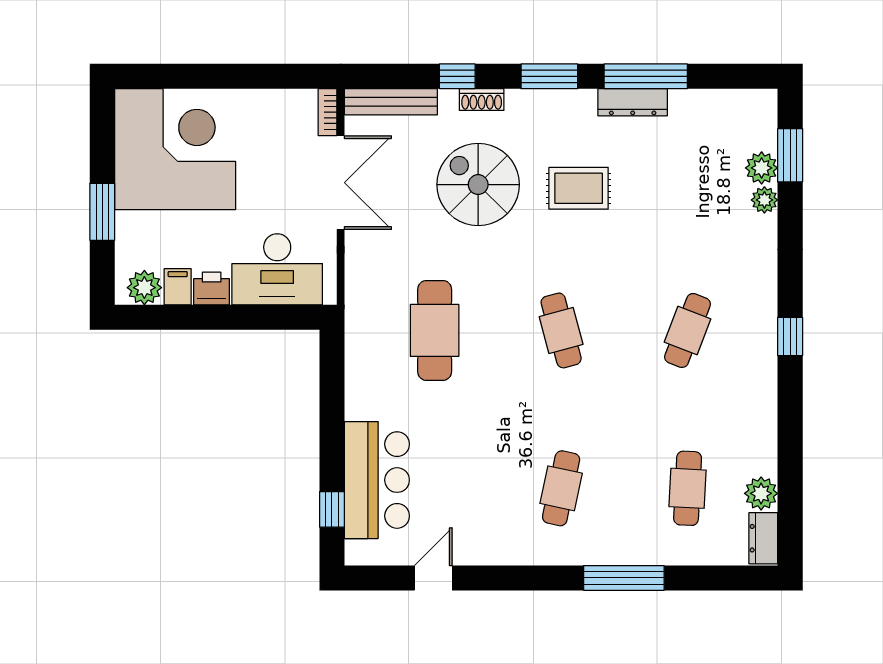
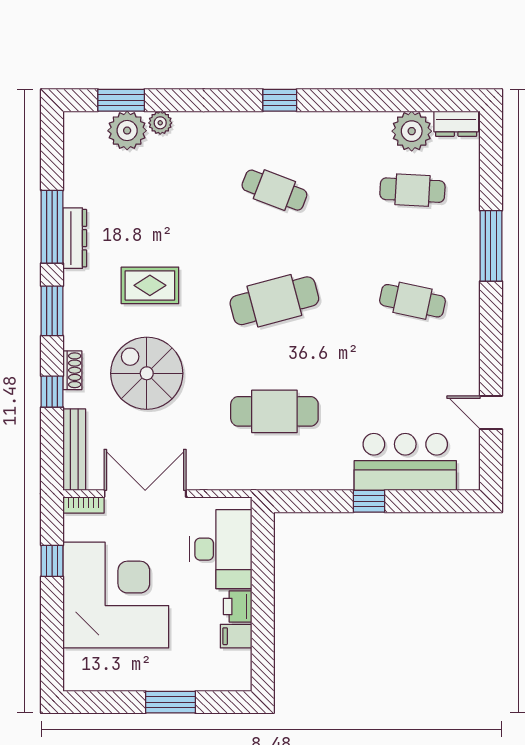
window: (264, 76) -> (52, 561), added
corner desk: (175, 149) -> (116, 595), moved, turned 90
plant: (762, 168) -> (127, 131), width x1.36, depth x1.36
spiral stairs: (478, 185) -> (147, 373), turned 90
rug: (579, 188) -> (150, 285), turned 90
plant: (144, 288) -> (237, 665), removed
cafe table: (561, 330) -> (274, 301), width x1.37, depth x1.35
plant: (761, 493) -> (412, 131), width x1.36, depth x1.36
window: (332, 509) -> (369, 501), moved

